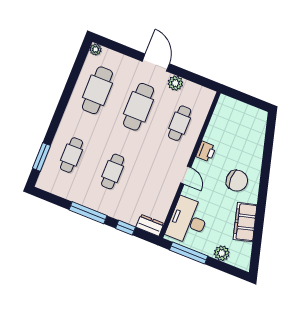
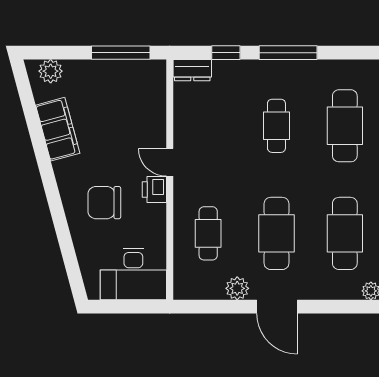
printer: (206, 151) -> (154, 189), moved
cafe table: (72, 155) -> (345, 126), width x1.37, depth x1.35
chair: (237, 181) -> (104, 203), moved
desk: (188, 221) -> (133, 274), moved, turned 90
plant: (222, 253) -> (51, 71), moved

